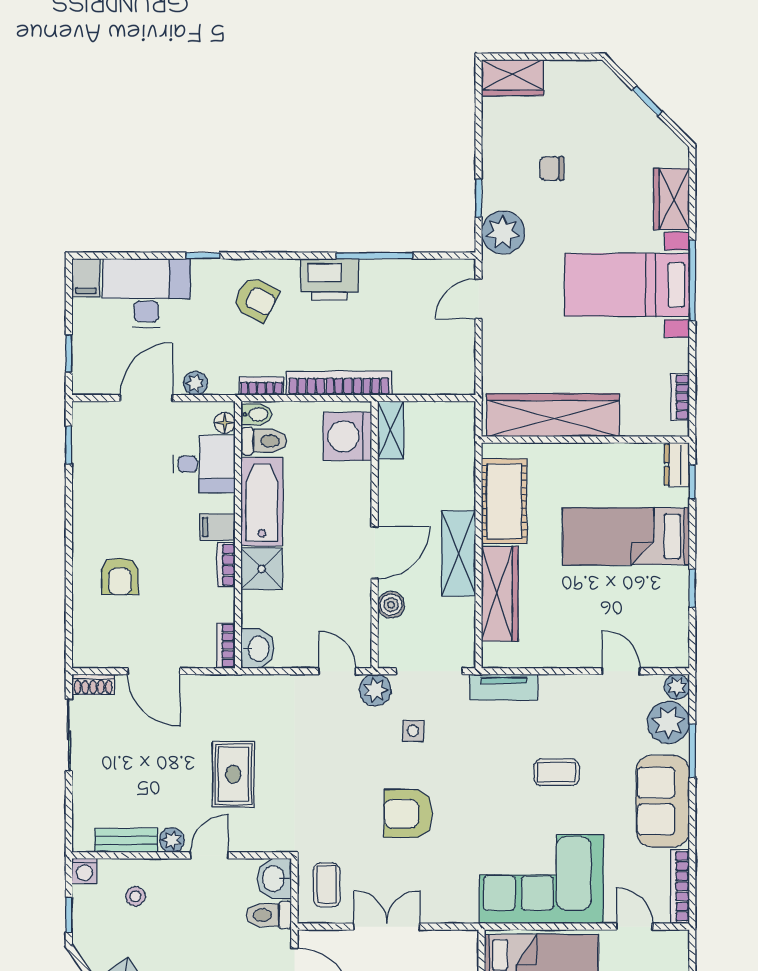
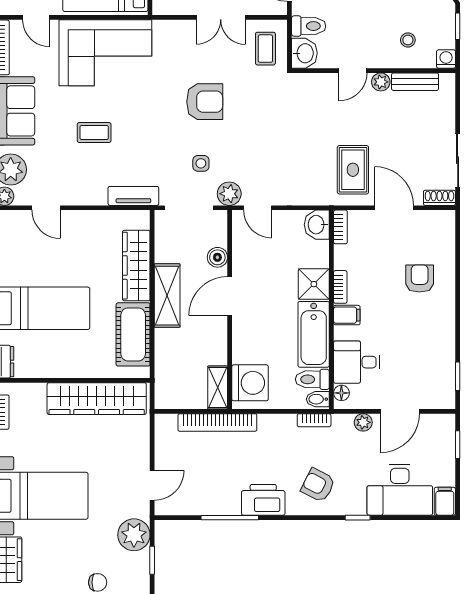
bookcase: (339, 383) -> (217, 422), moved
rug: (233, 774) -> (353, 170), moved

